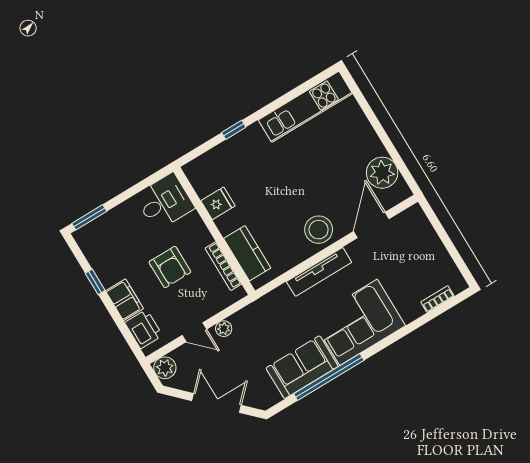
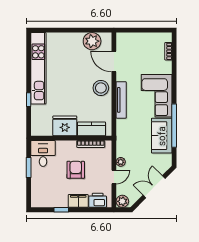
kitchen unit: (305, 107) -> (38, 68), width x1.36
fridge: (218, 203) -> (65, 126), width x1.88, depth x1.34
window: (89, 217) -> (29, 168), moved
armchair: (170, 267) -> (76, 170), turned -90

